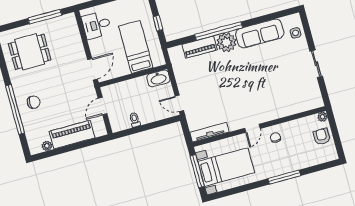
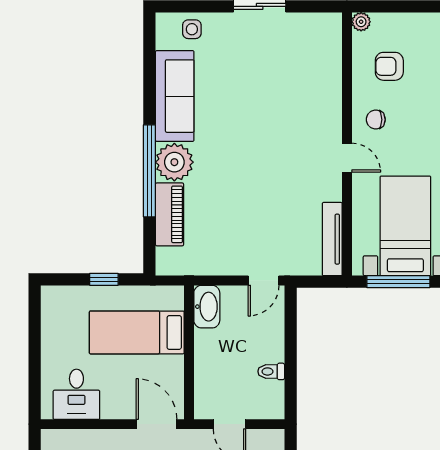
armchair: (322, 137) -> (389, 66), moved

